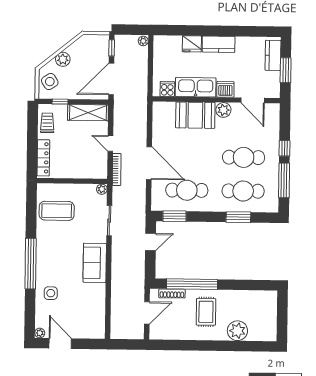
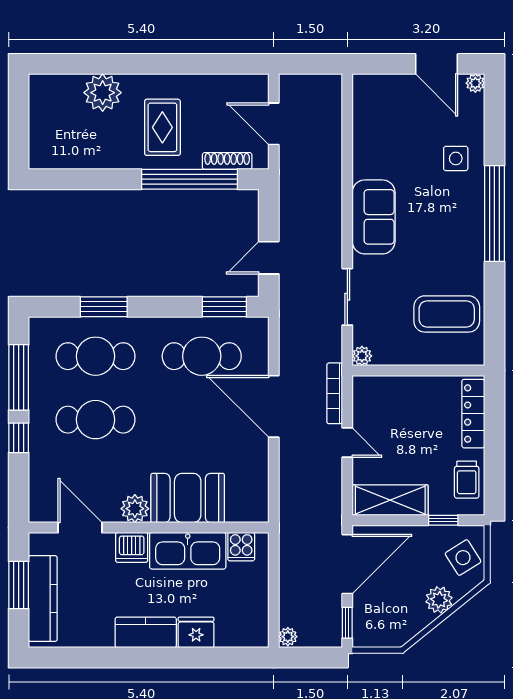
kitchen counter: (273, 55) -> (43, 599), width x1.50
door: (147, 313) -> (274, 124), hinge flipped

